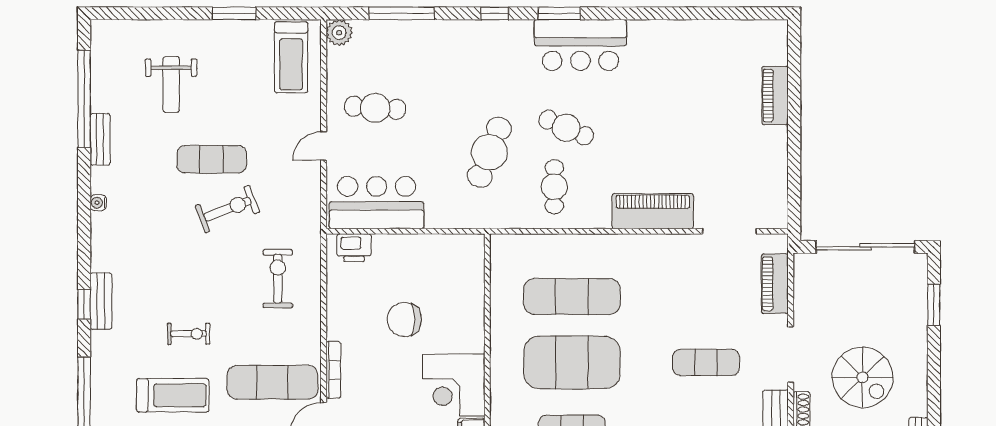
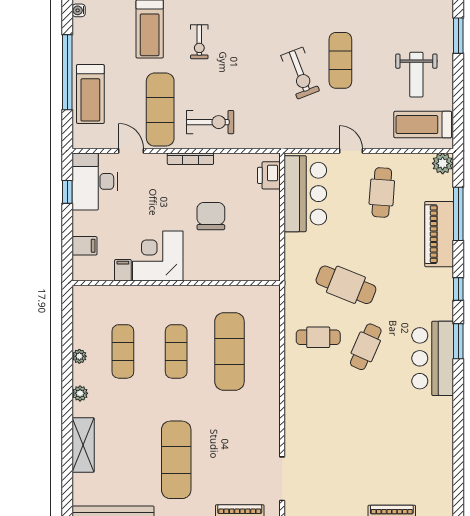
window: (234, 13) -> (458, 36), moved
weight bench: (171, 84) -> (416, 75), moved, turned -90
piano: (653, 211) -> (439, 234), moved, turned 180
exercise bike: (278, 279) -> (210, 122), moved
exercise mat: (572, 362) -> (176, 351), width x0.50, depth x0.69
exercise mat: (706, 362) -> (176, 460), width x1.36, depth x1.45
bookcase: (333, 370) -> (190, 159), moved

